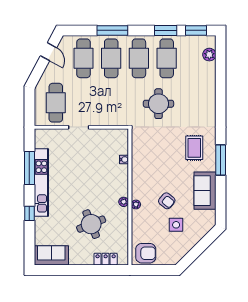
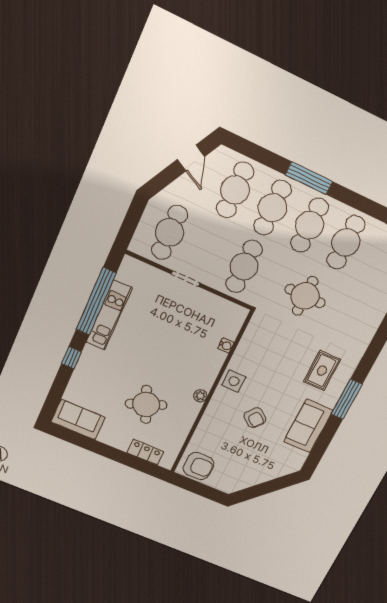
window: (112, 30) -> (309, 178), moved
window: (166, 30) -> (364, 205), removed
cafe table: (111, 103) -> (244, 267), added
window: (29, 168) -> (96, 301), width x1.46
kitchen unit: (41, 182) -> (109, 315), width x0.73
plant: (136, 205) -> (214, 406), removed
side table: (176, 225) -> (234, 381), moved

